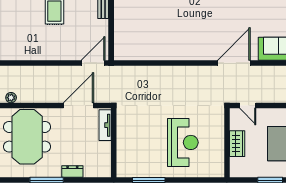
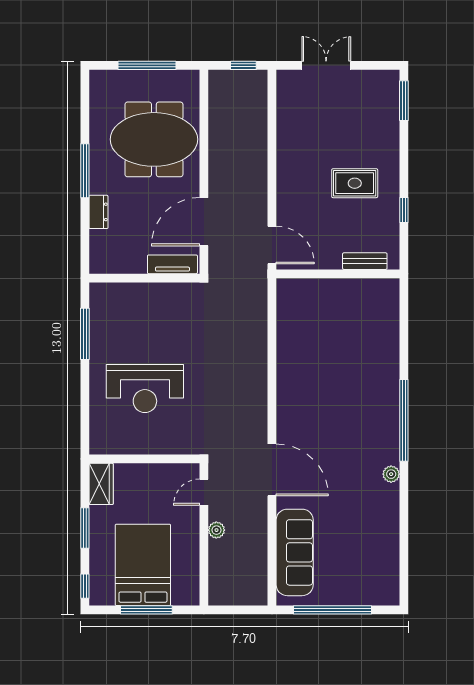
plant: (11, 98) -> (216, 530), moved
door: (79, 106) -> (204, 222), swing flipped
wardrobe: (237, 144) -> (101, 484), moved, turned -90

